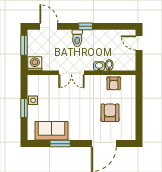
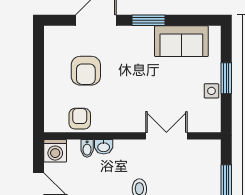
washing machine: (35, 64) -> (55, 151), moved
double door: (71, 73) -> (166, 136), moved
window: (60, 144) -> (148, 20), moved

